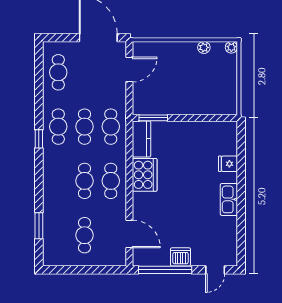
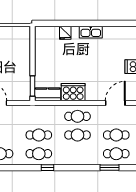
cafe table: (111, 127) -> (116, 154), moved

